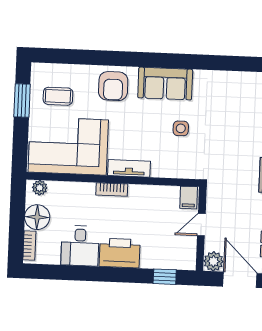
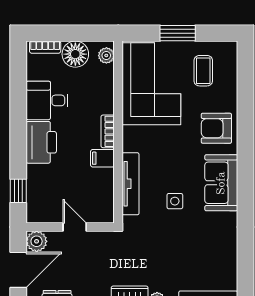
window: (22, 100) -> (178, 33), moved
tv unit: (129, 168) -> (131, 184), moved, width x1.41
filing cabinet: (189, 198) -> (102, 158), moved

